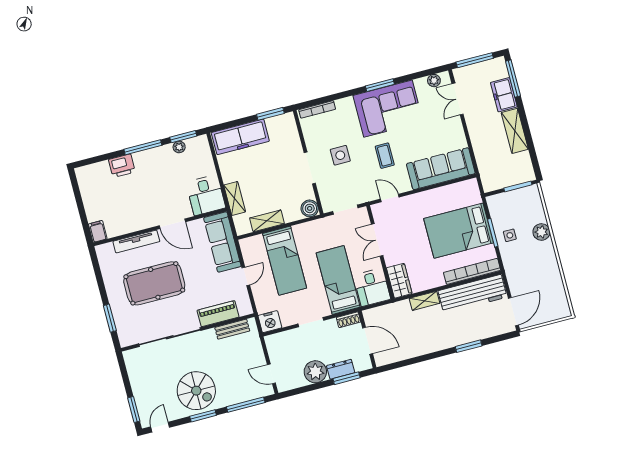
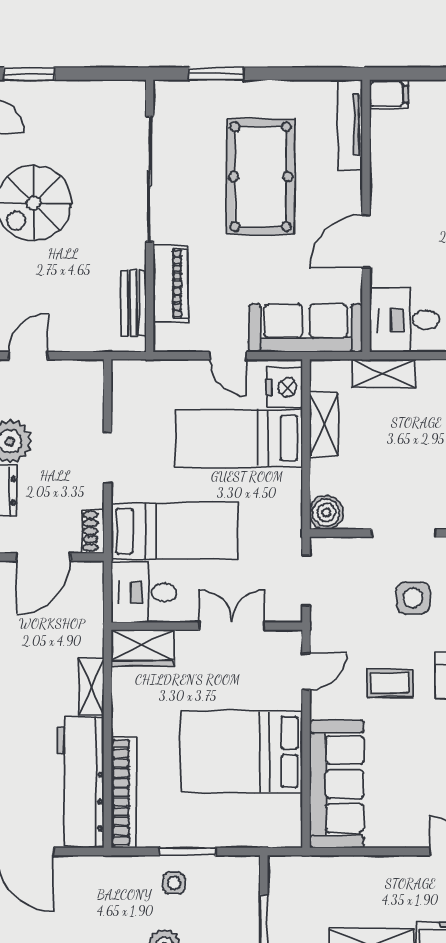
bed: (459, 231) -> (241, 752), moved, turned -90
tv unit: (136, 241) -> (350, 125), moved
nightstand: (270, 322) -> (284, 387), moved, turned 180

